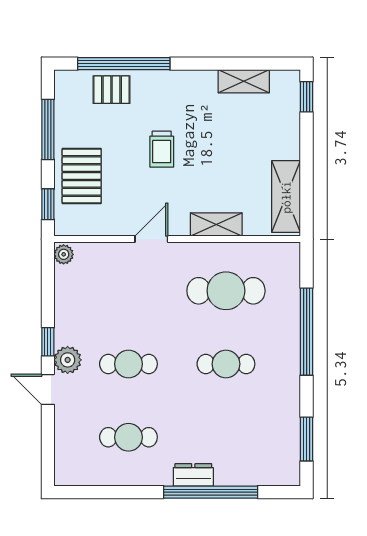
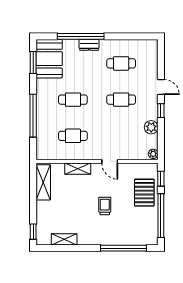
pallet: (111, 90) -> (130, 235), removed
window: (48, 129) -> (161, 216), width x1.46
door: (151, 239) -> (110, 161), hinge flipped
cafe table: (226, 291) -> (73, 136), width x0.73, depth x0.74
plant: (68, 360) -> (151, 127), moved
booth: (274, 447) -> (49, 59), added

